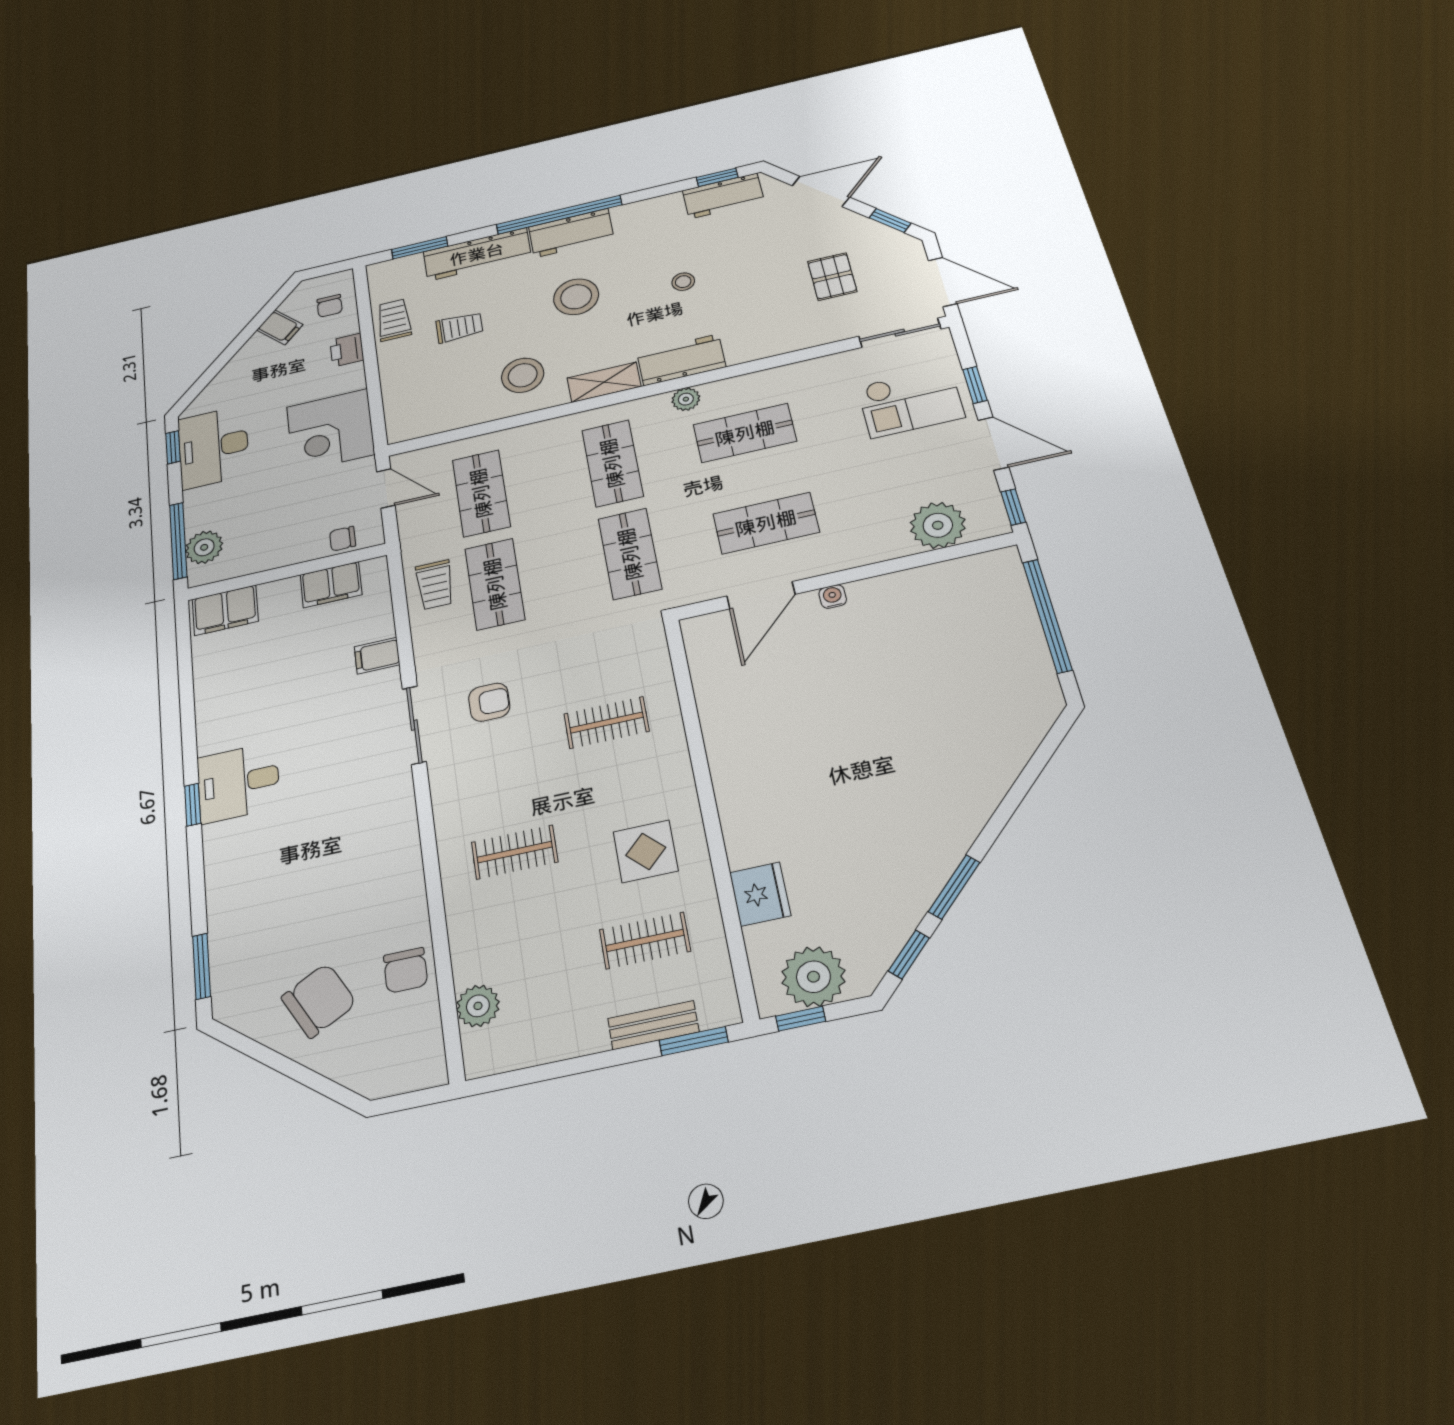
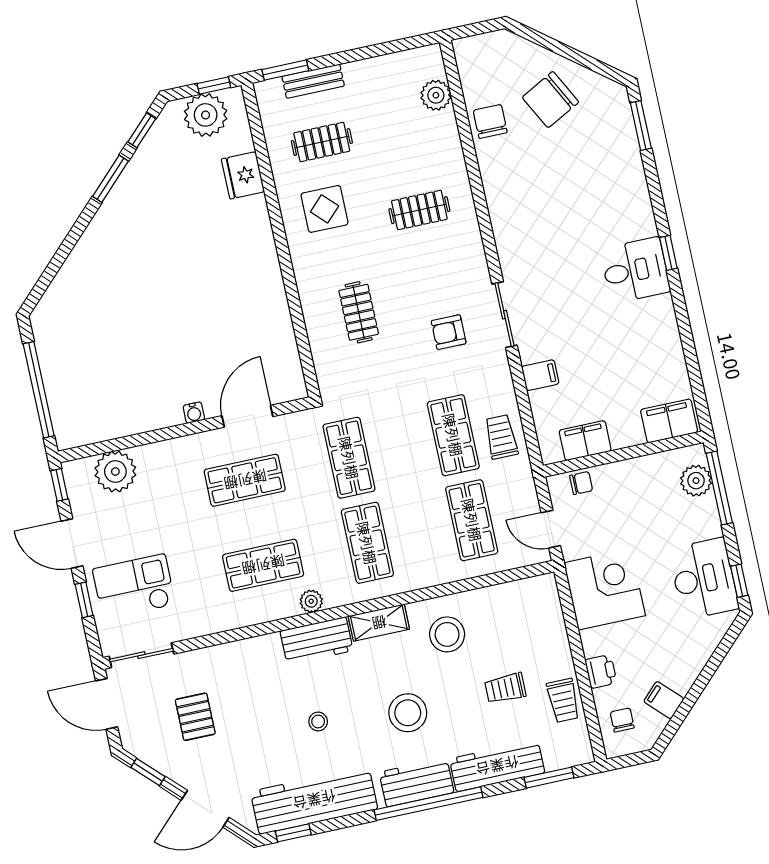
workbench: (723, 196) -> (314, 800), width x1.88, depth x1.32
clothes rail: (607, 723) -> (359, 312), turned 90

